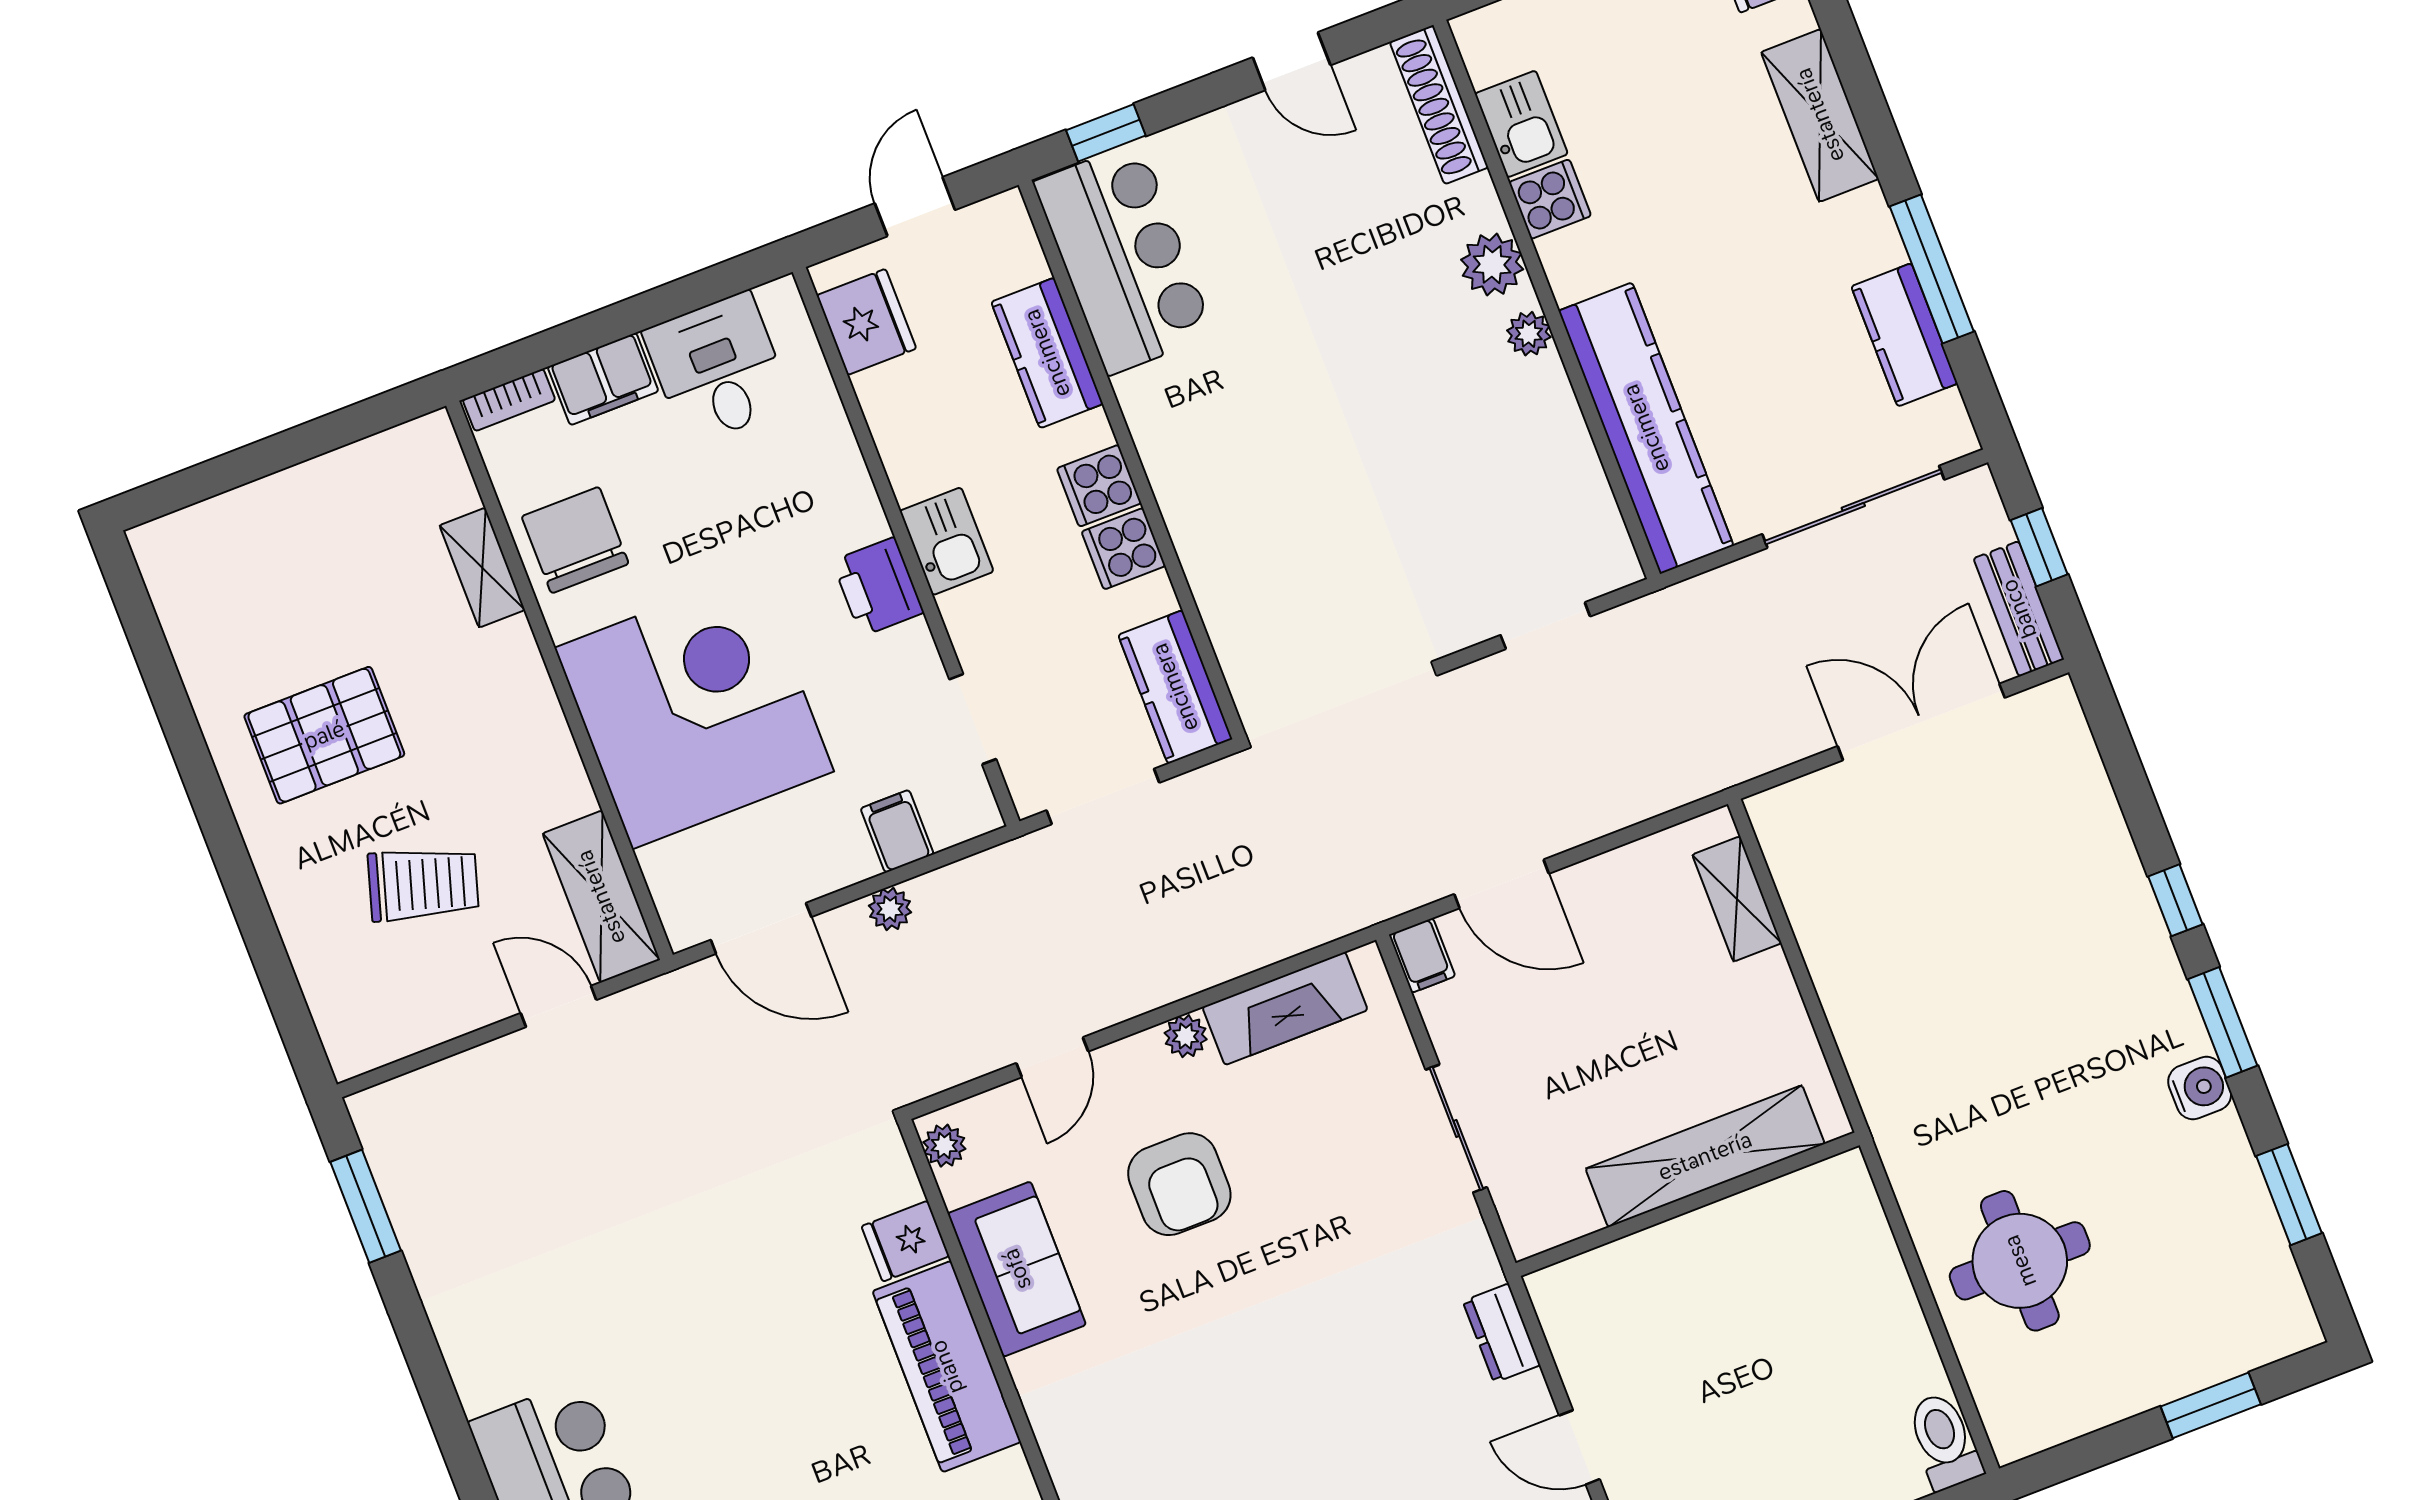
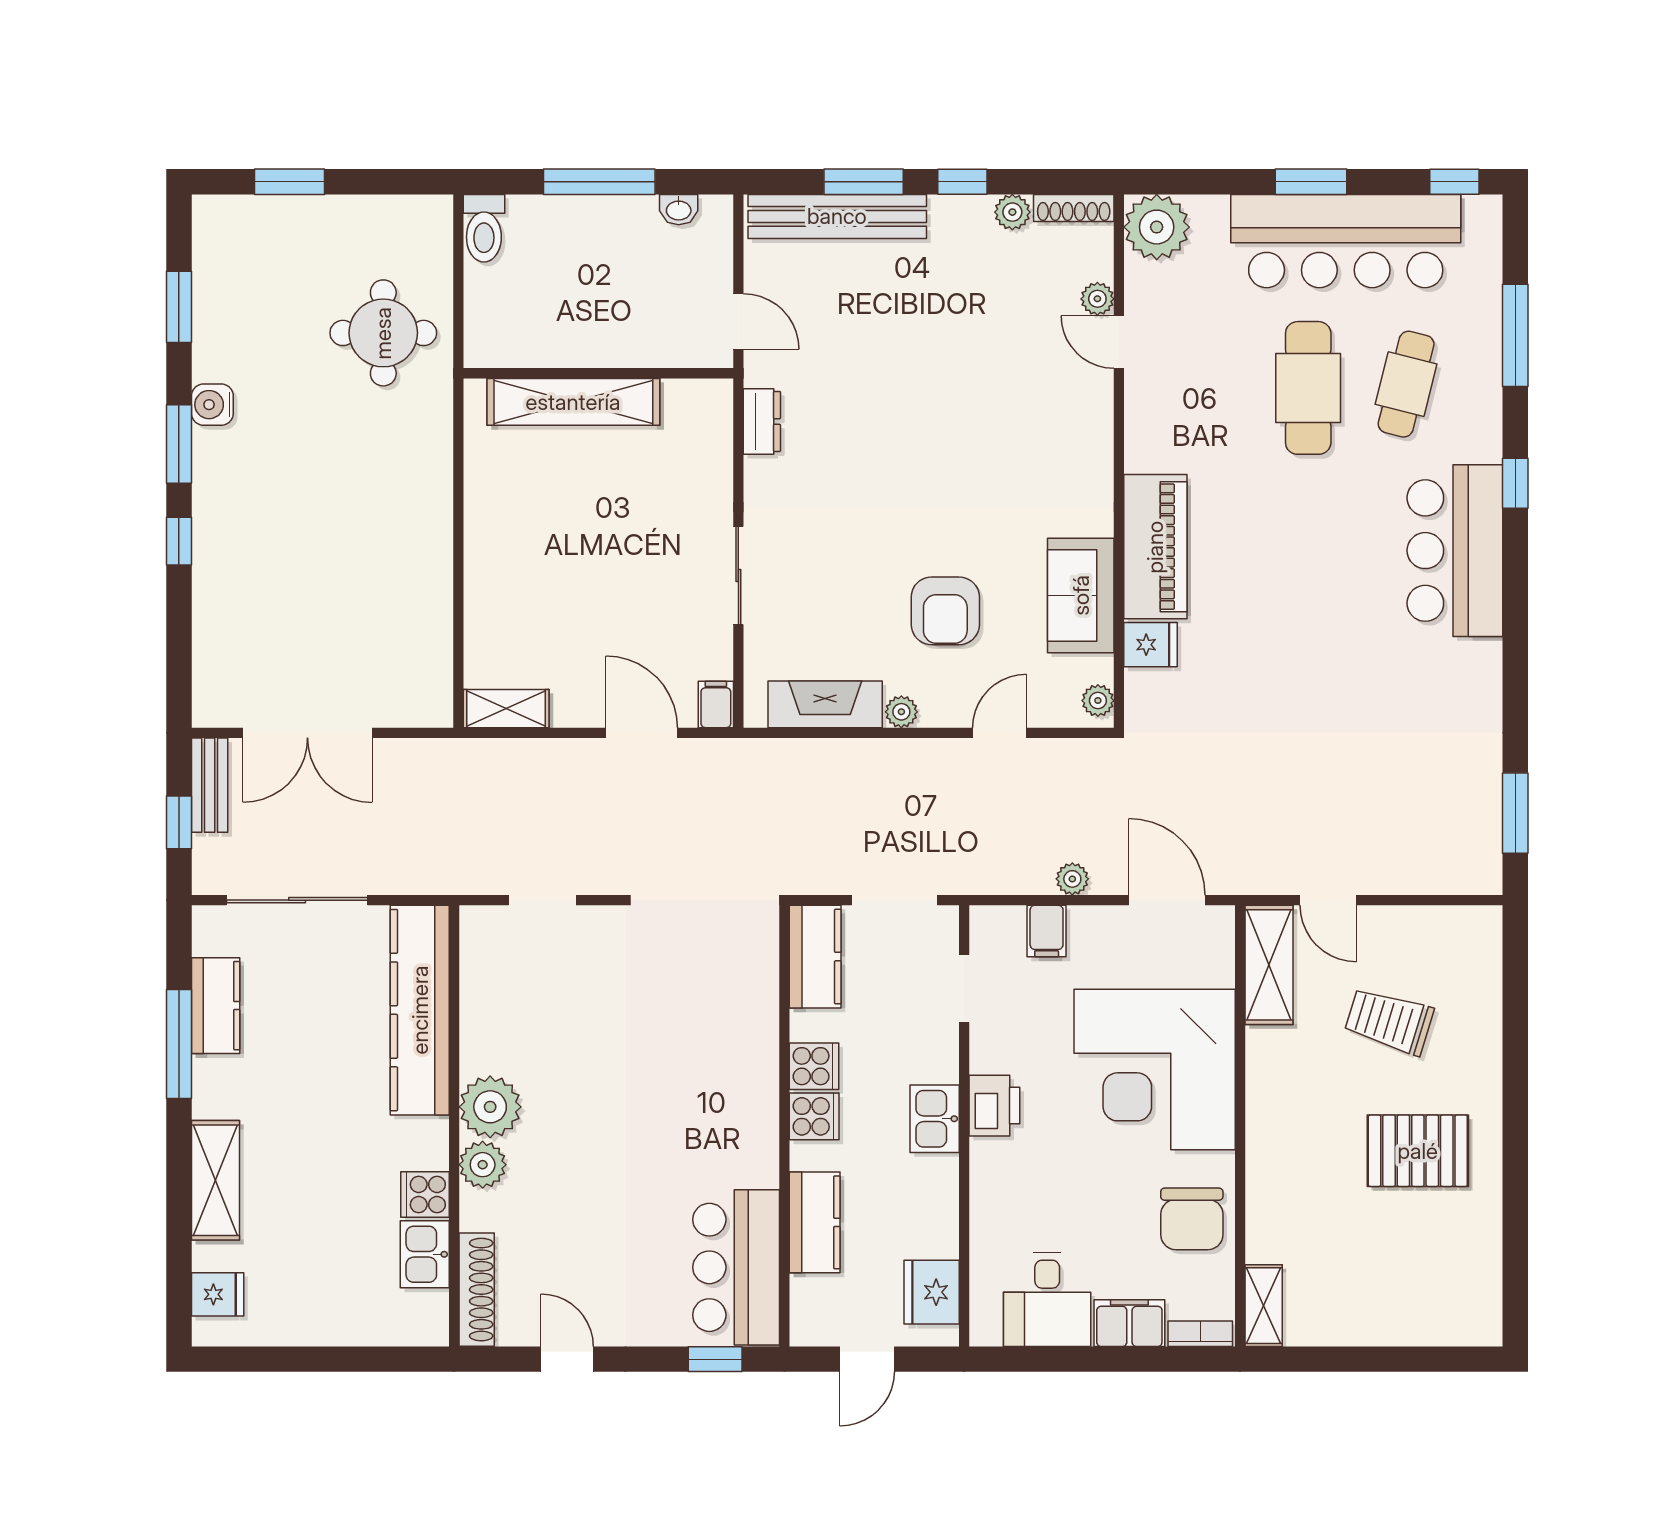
plant: (1529, 334) -> (490, 1107), width x1.87, depth x1.87
shelving: (482, 568) -> (1264, 1306), moved
shelving: (1737, 899) -> (506, 709), moved, turned 90
shelving: (1705, 1156) -> (573, 402), moved
armchair: (1179, 1184) -> (945, 611), turned 180
wall: (1688, 1204) -> (598, 373), moved

